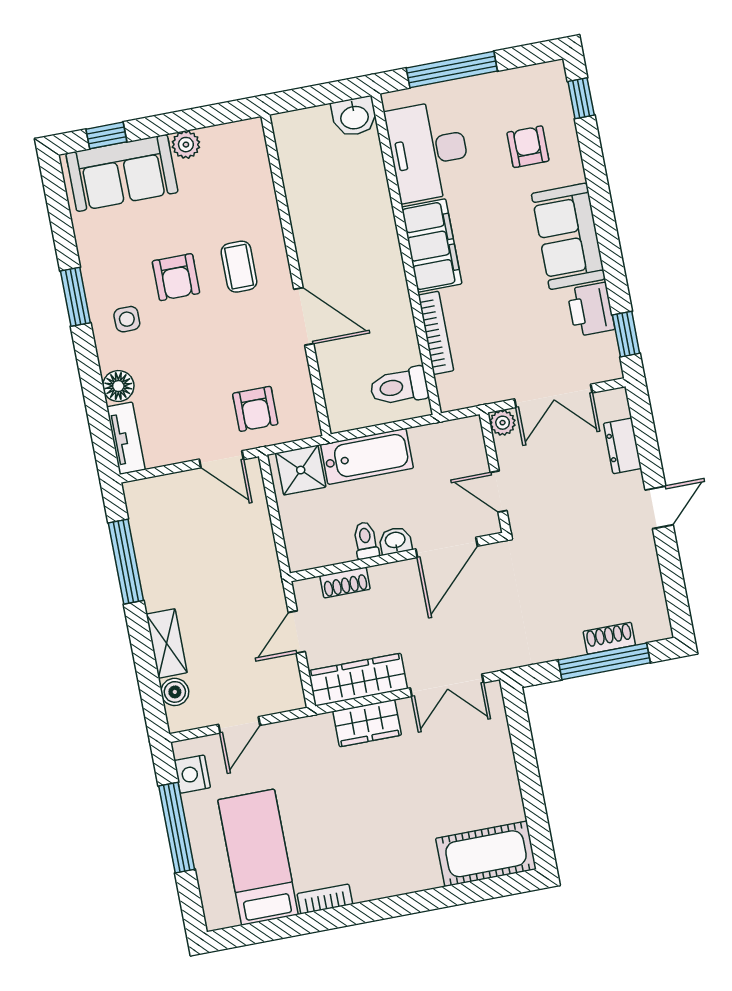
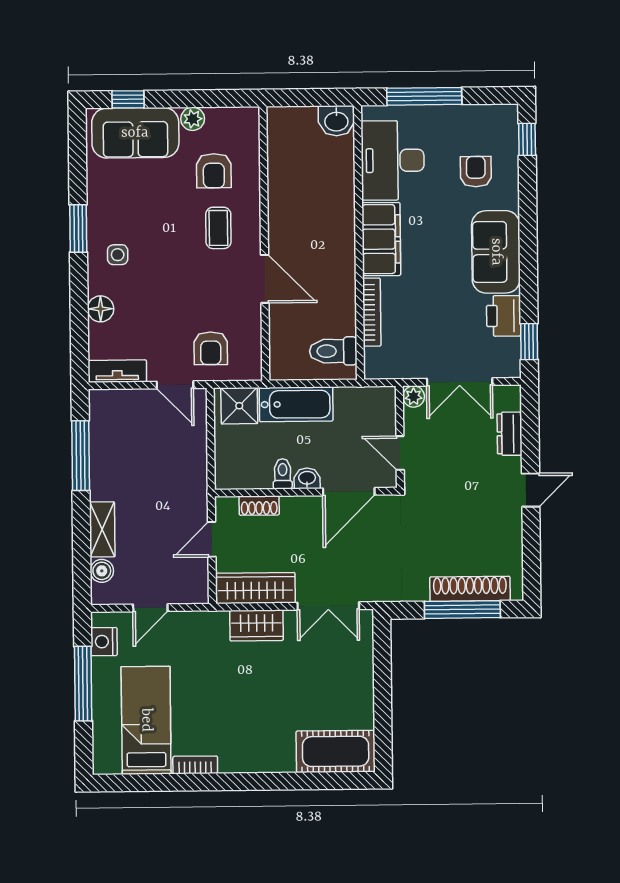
armchair: (176, 277) -> (214, 171), moved
tv unit: (126, 438) -> (117, 371), moved, turned -90
shoe rack: (609, 638) -> (470, 589), width x1.94, depth x1.24

